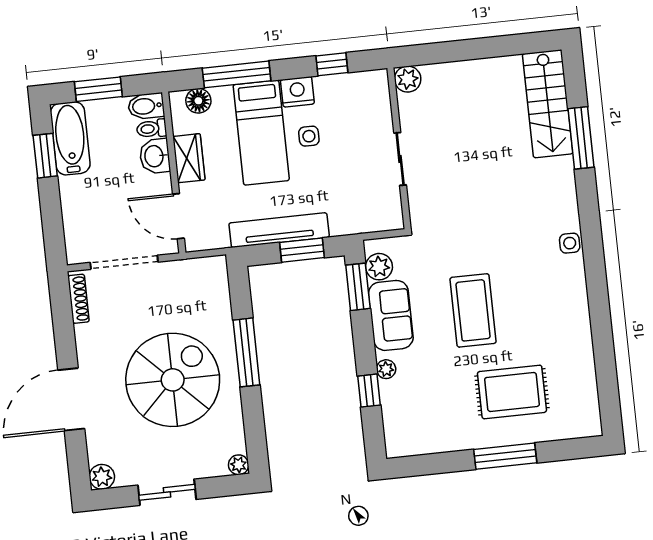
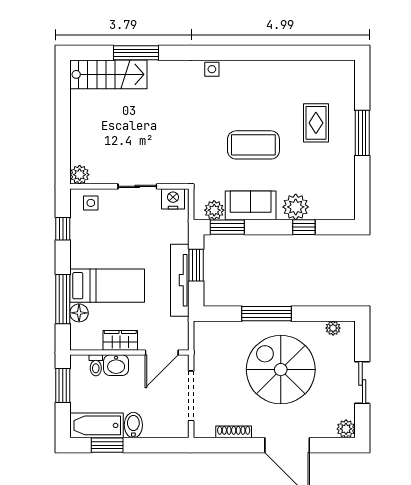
window: (98, 89) -> (63, 385), moved
nightstand: (297, 92) -> (173, 199), moved, turned 90
floor lamp: (198, 101) -> (79, 313), moved
bidet: (146, 106) -> (133, 425), moved, turned 180
side table: (309, 136) -> (91, 203), moved
shoe rack: (78, 299) -> (234, 432), moved
plant: (386, 369) -> (296, 207), width x1.88, depth x1.88
rug: (512, 392) -> (316, 123), width x0.73, depth x0.70
plant: (239, 465) -> (333, 328), moved

